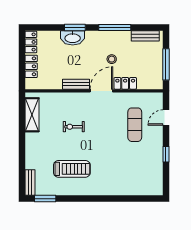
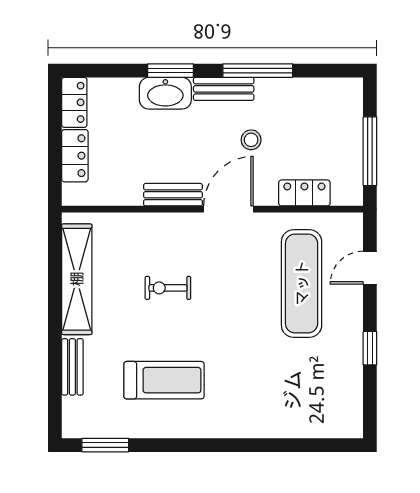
bench: (145, 36) -> (224, 89), moved
locker: (125, 83) -> (304, 193), moved
shelving: (32, 115) -> (77, 279), width x1.47
exercise mat: (135, 125) -> (302, 283), width x1.36, depth x1.45
bench: (30, 183) -> (72, 367), moved

